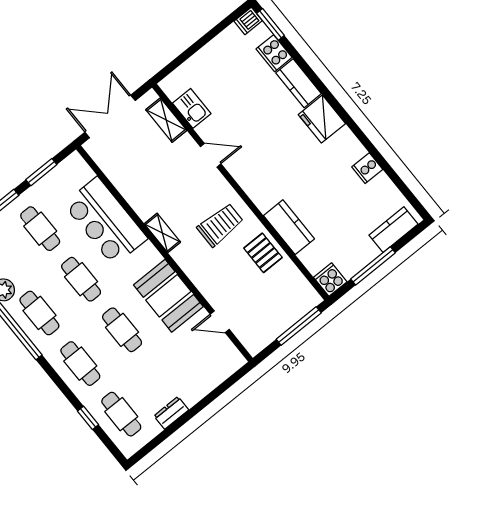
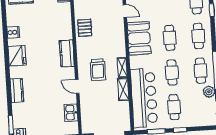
cooker: (274, 53) -> (18, 111), removed
fridge: (322, 119) -> (17, 56), moved
shelving: (166, 120) -> (123, 89), moved
bar counter: (105, 221) -> (144, 98), width x1.36
trolley: (220, 225) -> (98, 70), moved, turned -90
kitchen counter: (289, 227) -> (67, 53), moved

